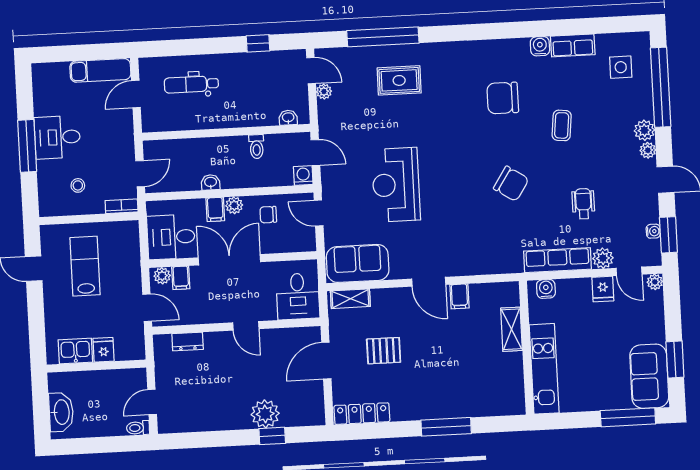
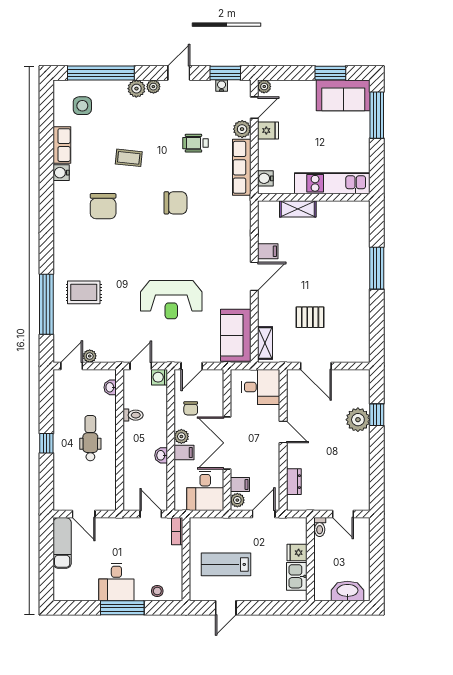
window: (258, 43) -> (46, 443), moved
rug: (399, 80) -> (84, 292), turned 90
dental chair: (191, 84) -> (90, 438), moved, turned 180
chair: (511, 184) -> (175, 203), turned 57
stool: (78, 185) -> (157, 591), moved
door: (246, 326) -> (283, 432), hinge flipped
pallet: (384, 351) -> (310, 317), turned 90
locker: (362, 414) -> (362, 338), removed
toilet: (138, 428) -> (320, 527), moved

